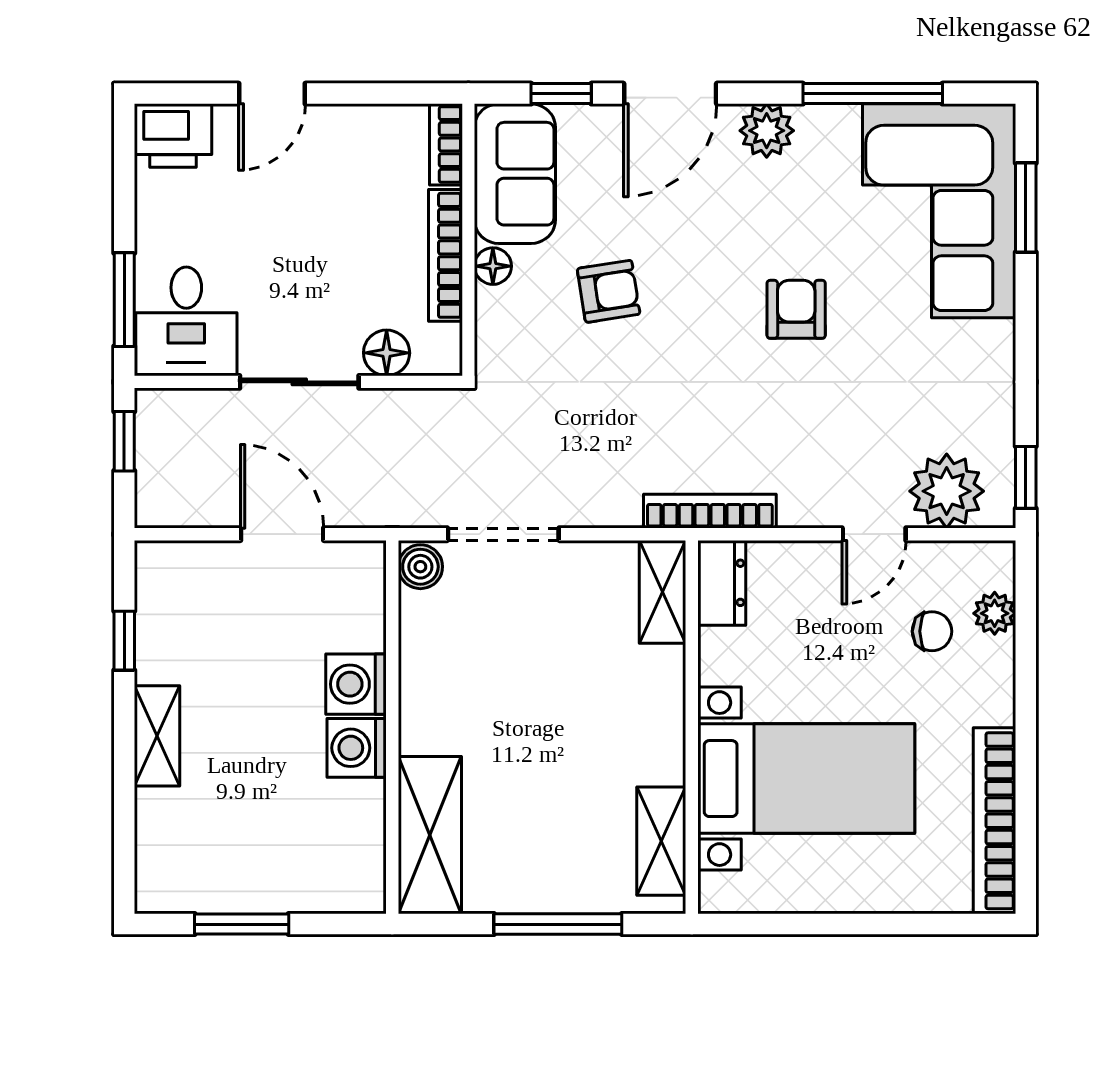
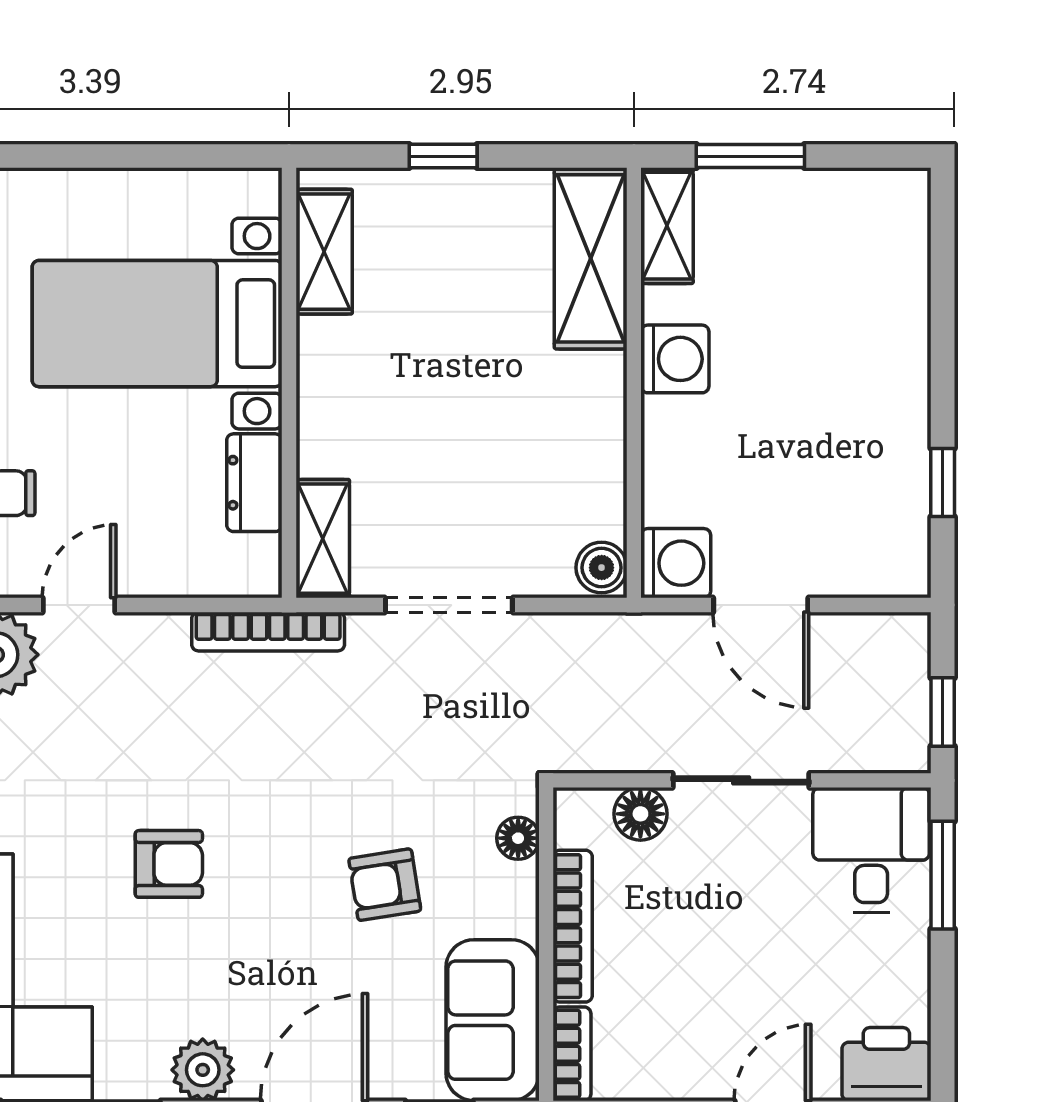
floor lamp: (493, 266) -> (518, 838), moved
armchair: (796, 309) -> (169, 864), turned -90
doorway: (503, 534) -> (449, 605), moved
dresser: (722, 583) -> (254, 483), moved
washing machine: (356, 684) -> (676, 563), moved
shelving: (157, 736) -> (667, 226), moved
window: (242, 924) -> (750, 156), moved
window: (558, 924) -> (443, 156), width x0.46

